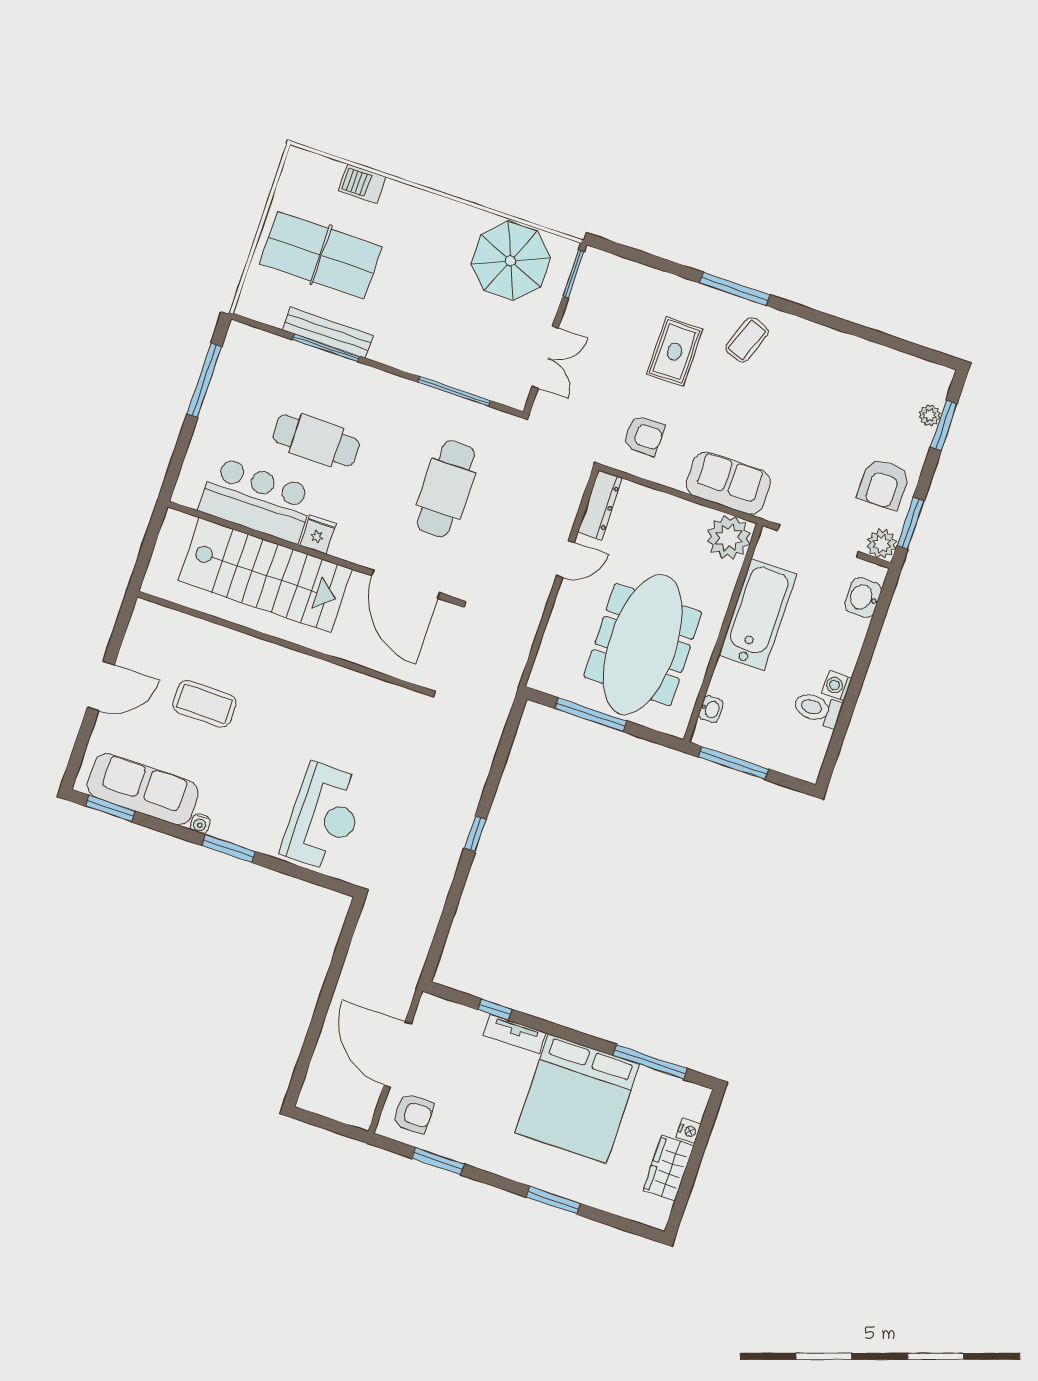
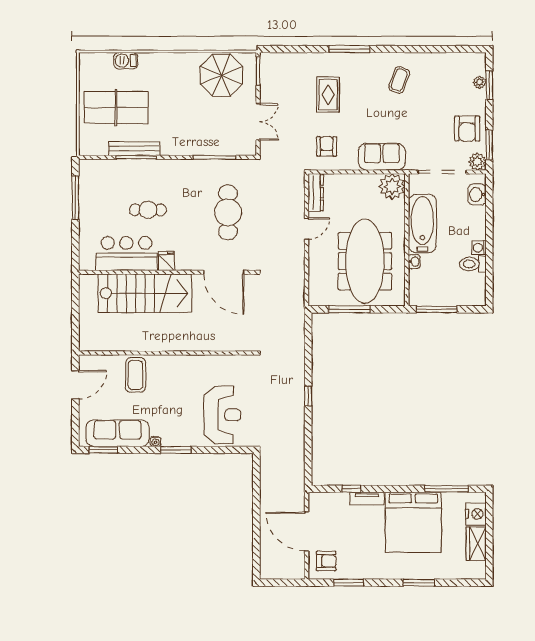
coffee table: (747, 340) -> (399, 80), moved
armchair: (644, 435) -> (327, 146), turned -90
cafe table: (316, 440) -> (148, 210), width x0.73, depth x0.74
wall: (283, 643) -> (168, 353), moved
coffee table: (204, 704) -> (136, 375), turned 90
washbasin: (711, 709) -> (414, 262), moved
nightstand: (689, 1131) -> (476, 514), width x1.89, depth x1.79

